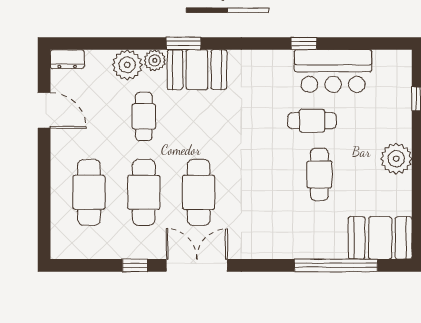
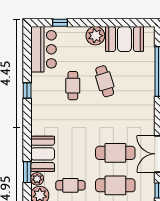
window: (183, 43) -> (27, 172), moved
bar counter: (333, 71) -> (43, 49), moved
cafe table: (319, 174) -> (105, 81), turned 73
booth: (380, 238) -> (124, 39), moved, turned 90

